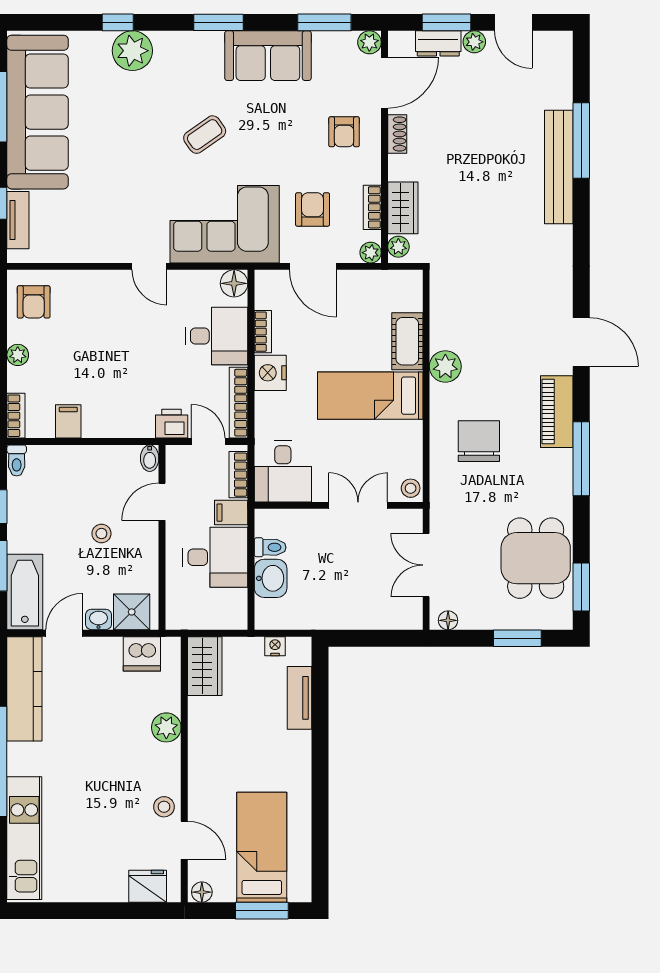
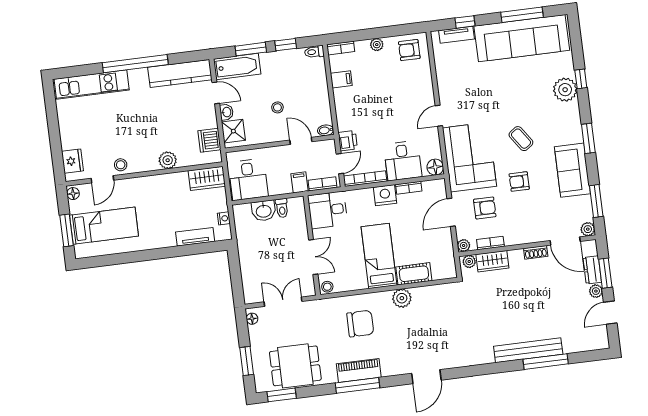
armchair: (344, 132) -> (519, 182), moved
piano: (557, 412) -> (359, 371), moved
desk: (215, 557) -> (248, 179), moved

